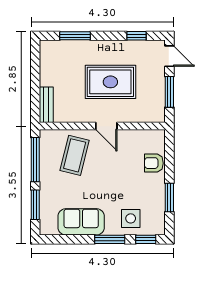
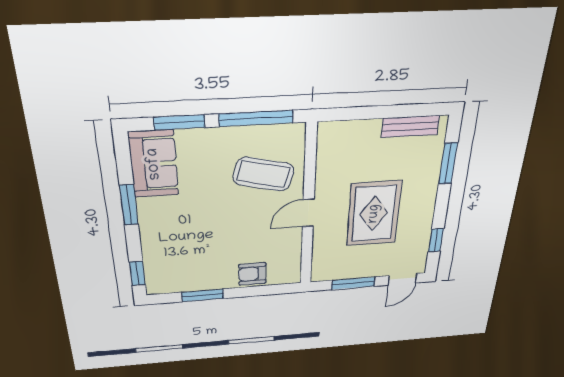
bench: (46, 105) -> (410, 126), moved
armchair: (154, 163) -> (252, 274), turned -90
side table: (131, 218) -> (168, 253), removed
sofa: (81, 222) -> (154, 164), moved
window: (110, 239) -> (129, 205), moved

